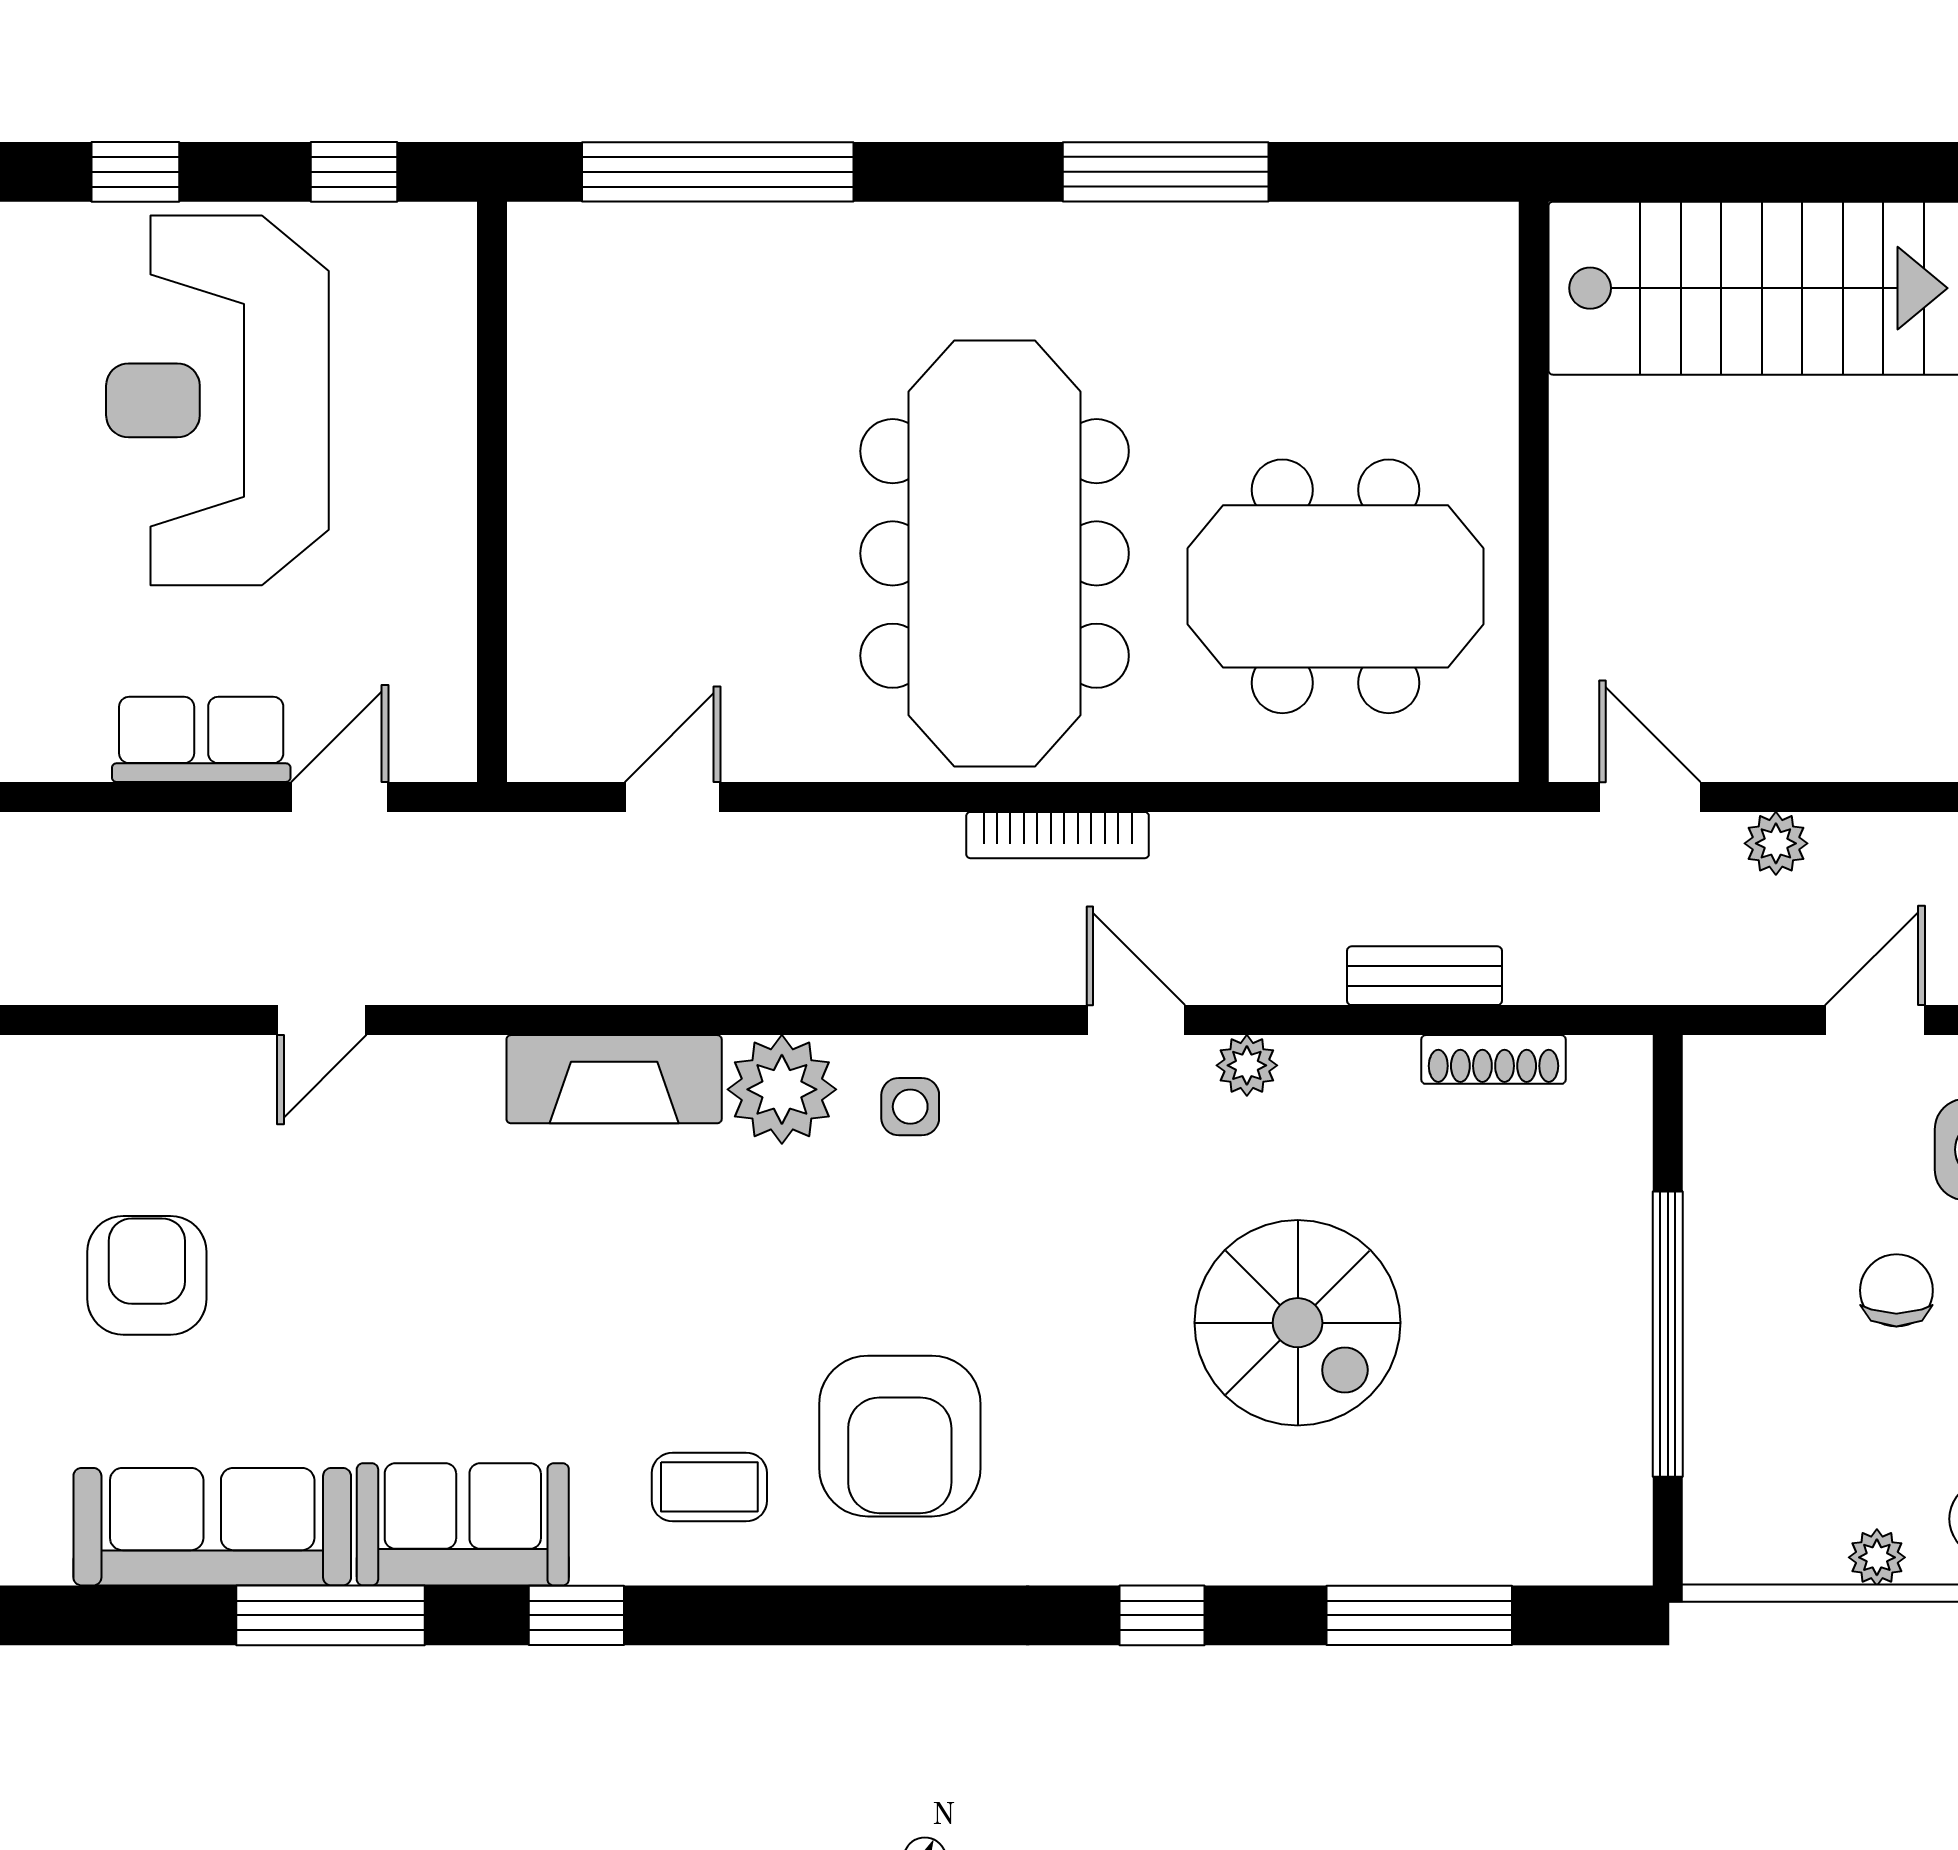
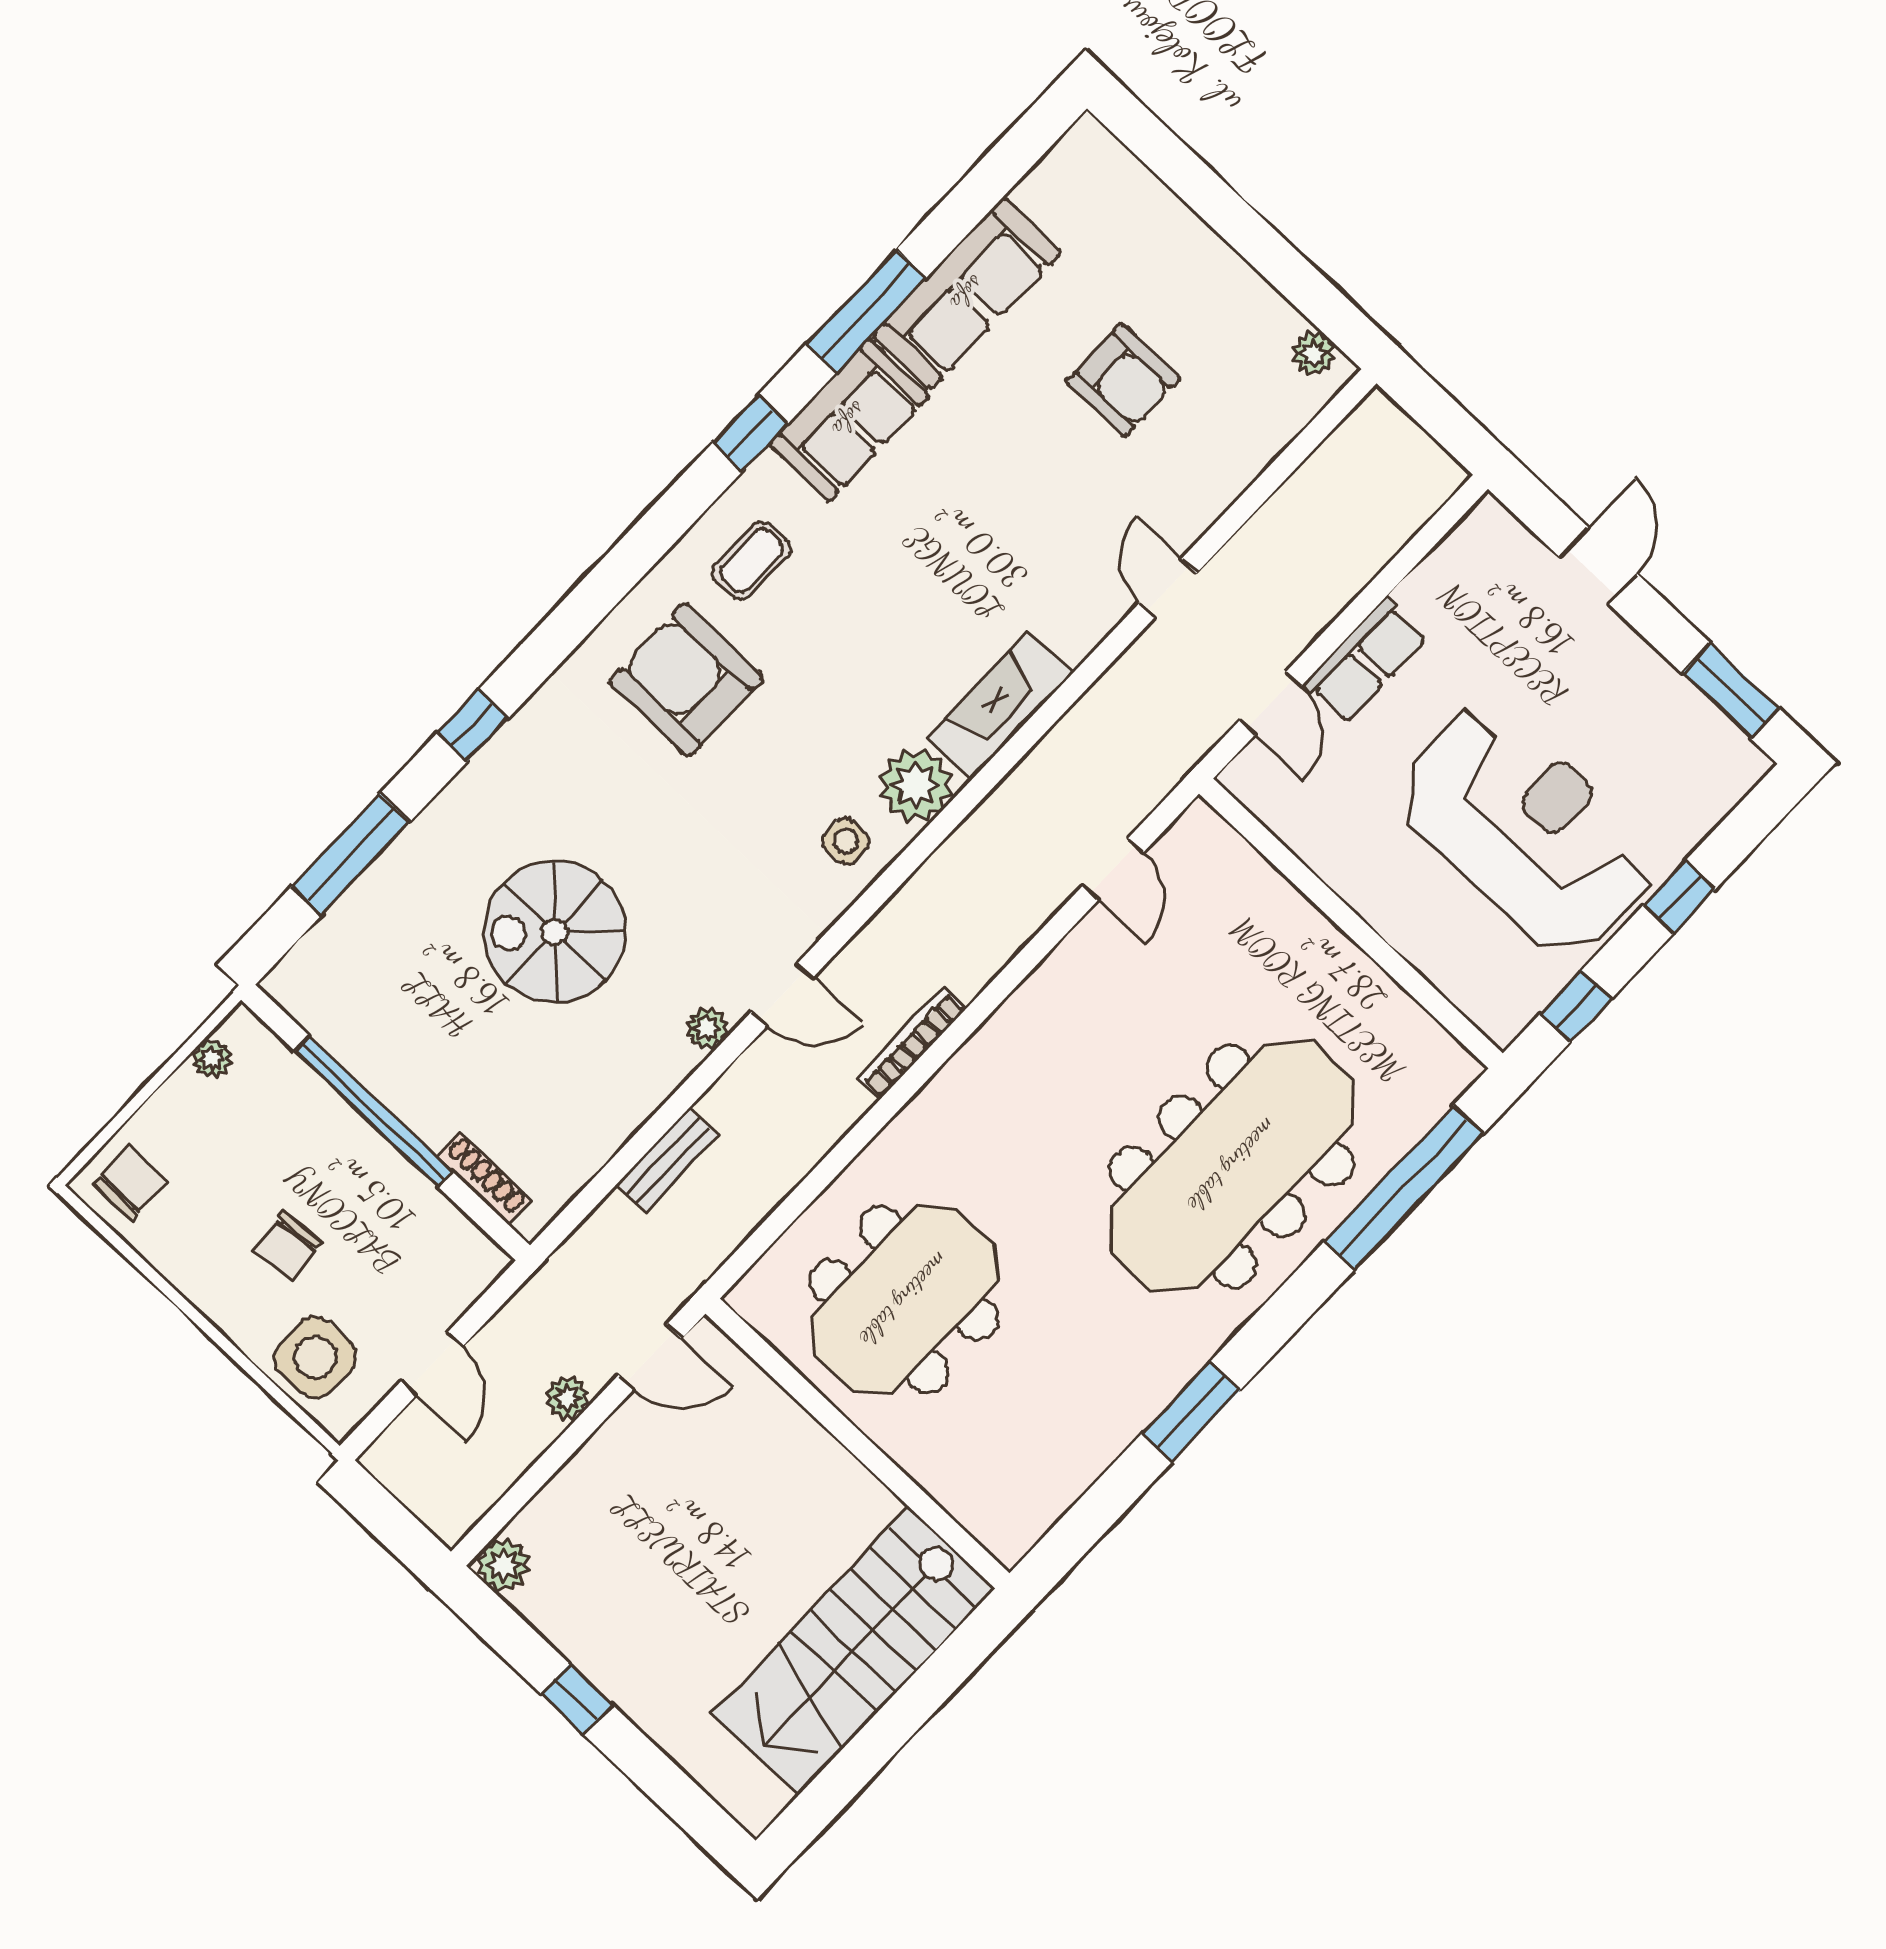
window: (1166, 172) -> (1191, 1411), width x0.69
meeting table: (995, 553) -> (1232, 1166), moved, turned 90
shoe rack: (1493, 1059) -> (484, 1178), moved, turned 90
chair: (1896, 1290) -> (287, 1246), turned 84
plant: (1877, 1557) -> (212, 1059), moved

